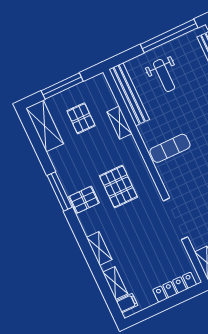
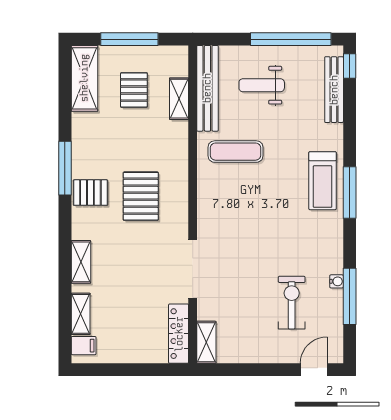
weight bench: (164, 76) -> (262, 85), turned 90
shelving: (119, 123) -> (179, 99), moved
exercise mat: (170, 148) -> (235, 152), moved
locker: (175, 287) -> (179, 334), moved, turned -90

